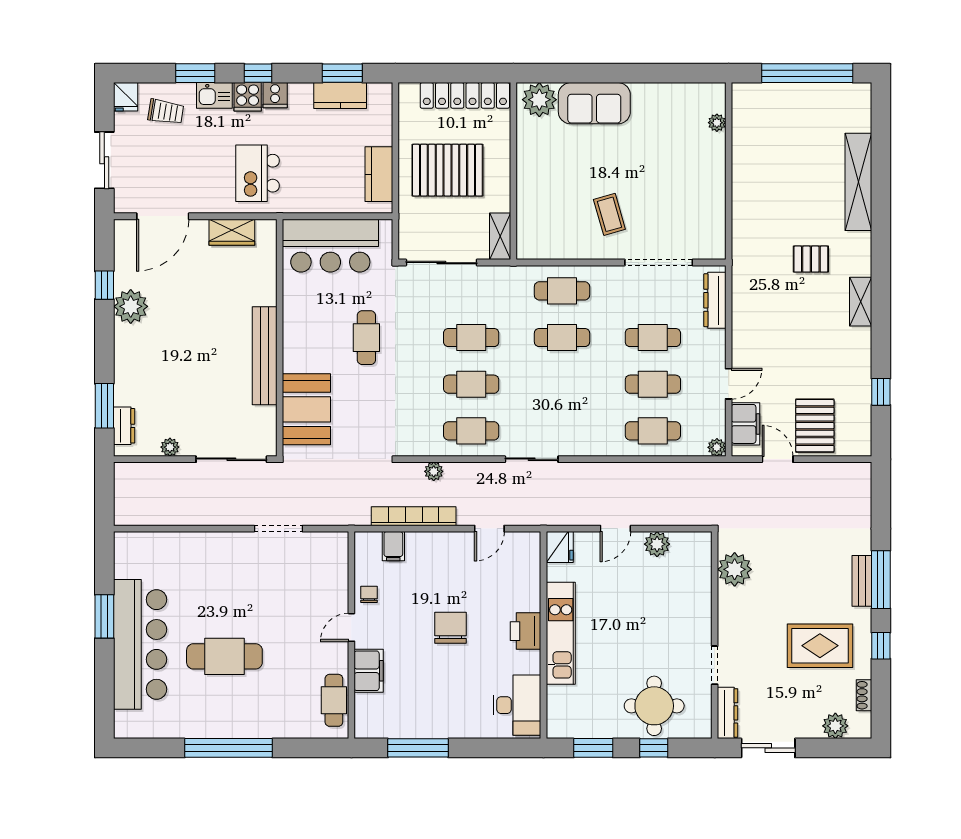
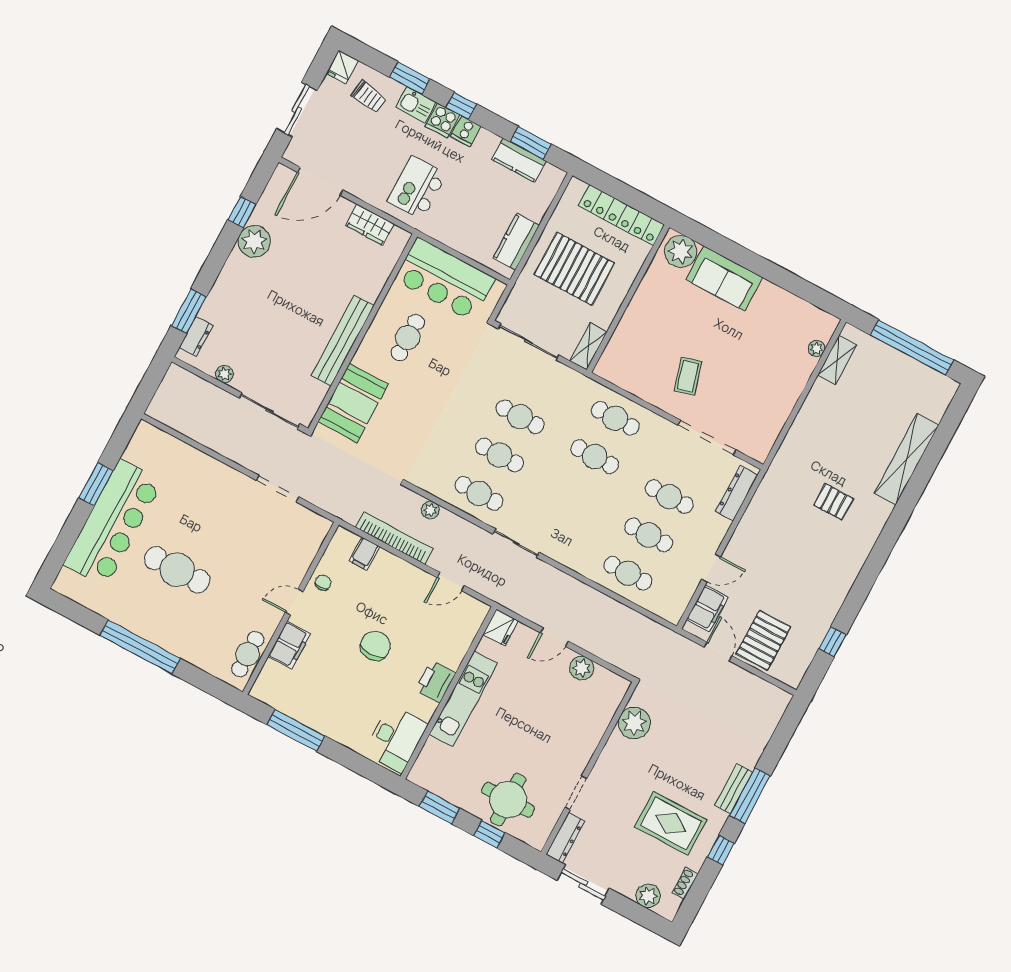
shelving: (861, 302) -> (837, 360), moved
cafe table: (366, 338) -> (408, 338), moved
plant: (717, 447) -> (673, 615), removed

